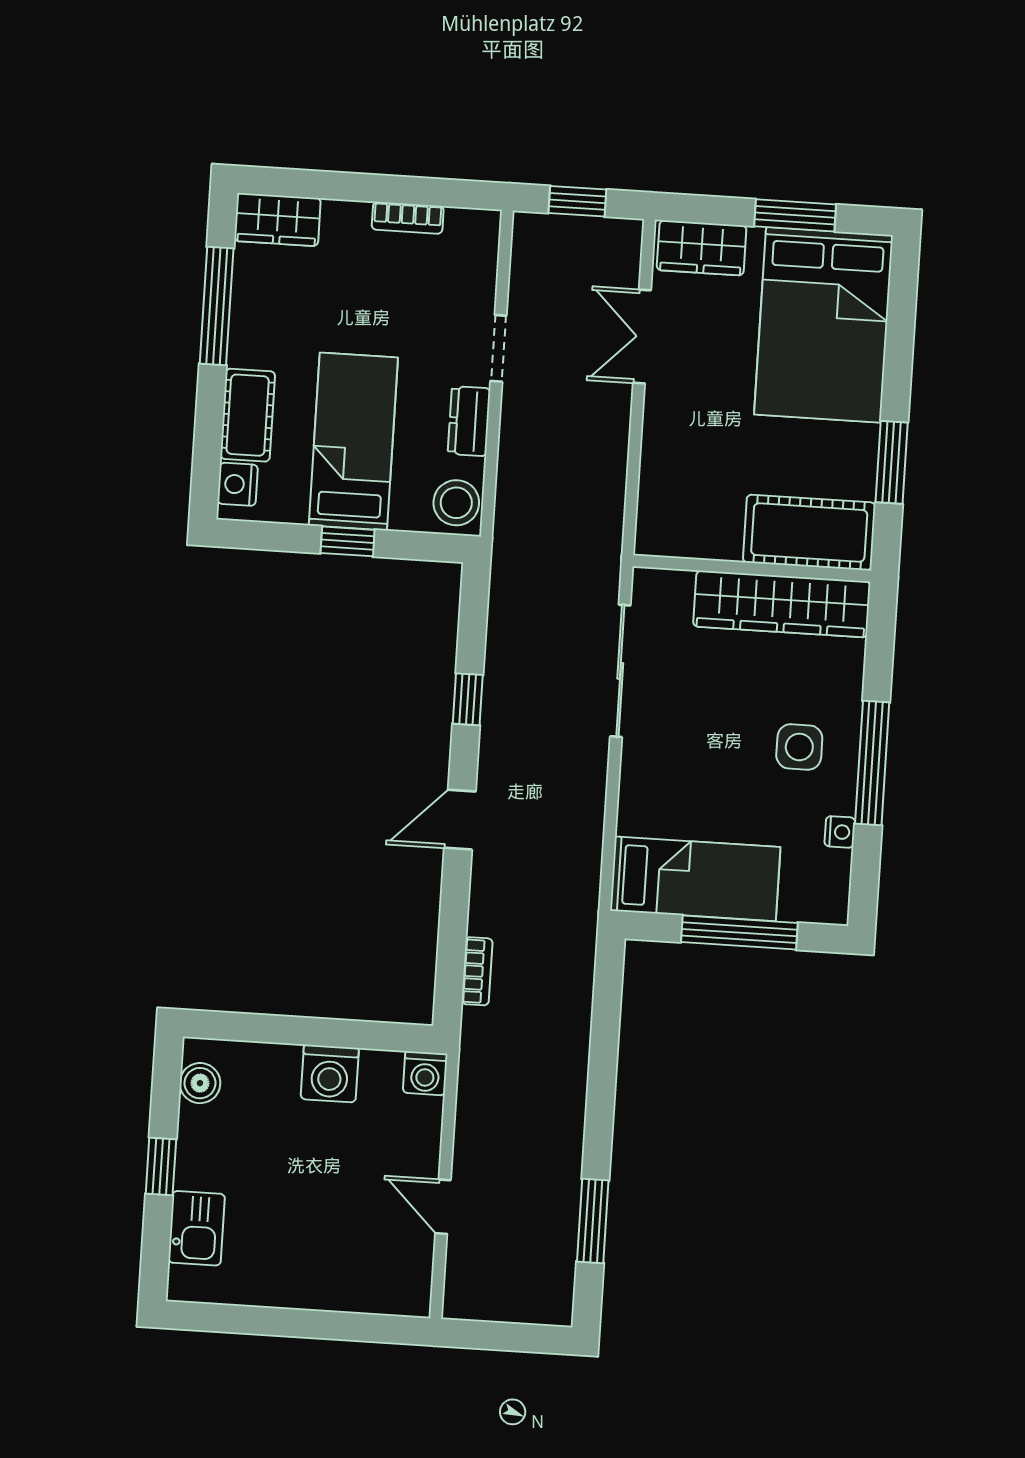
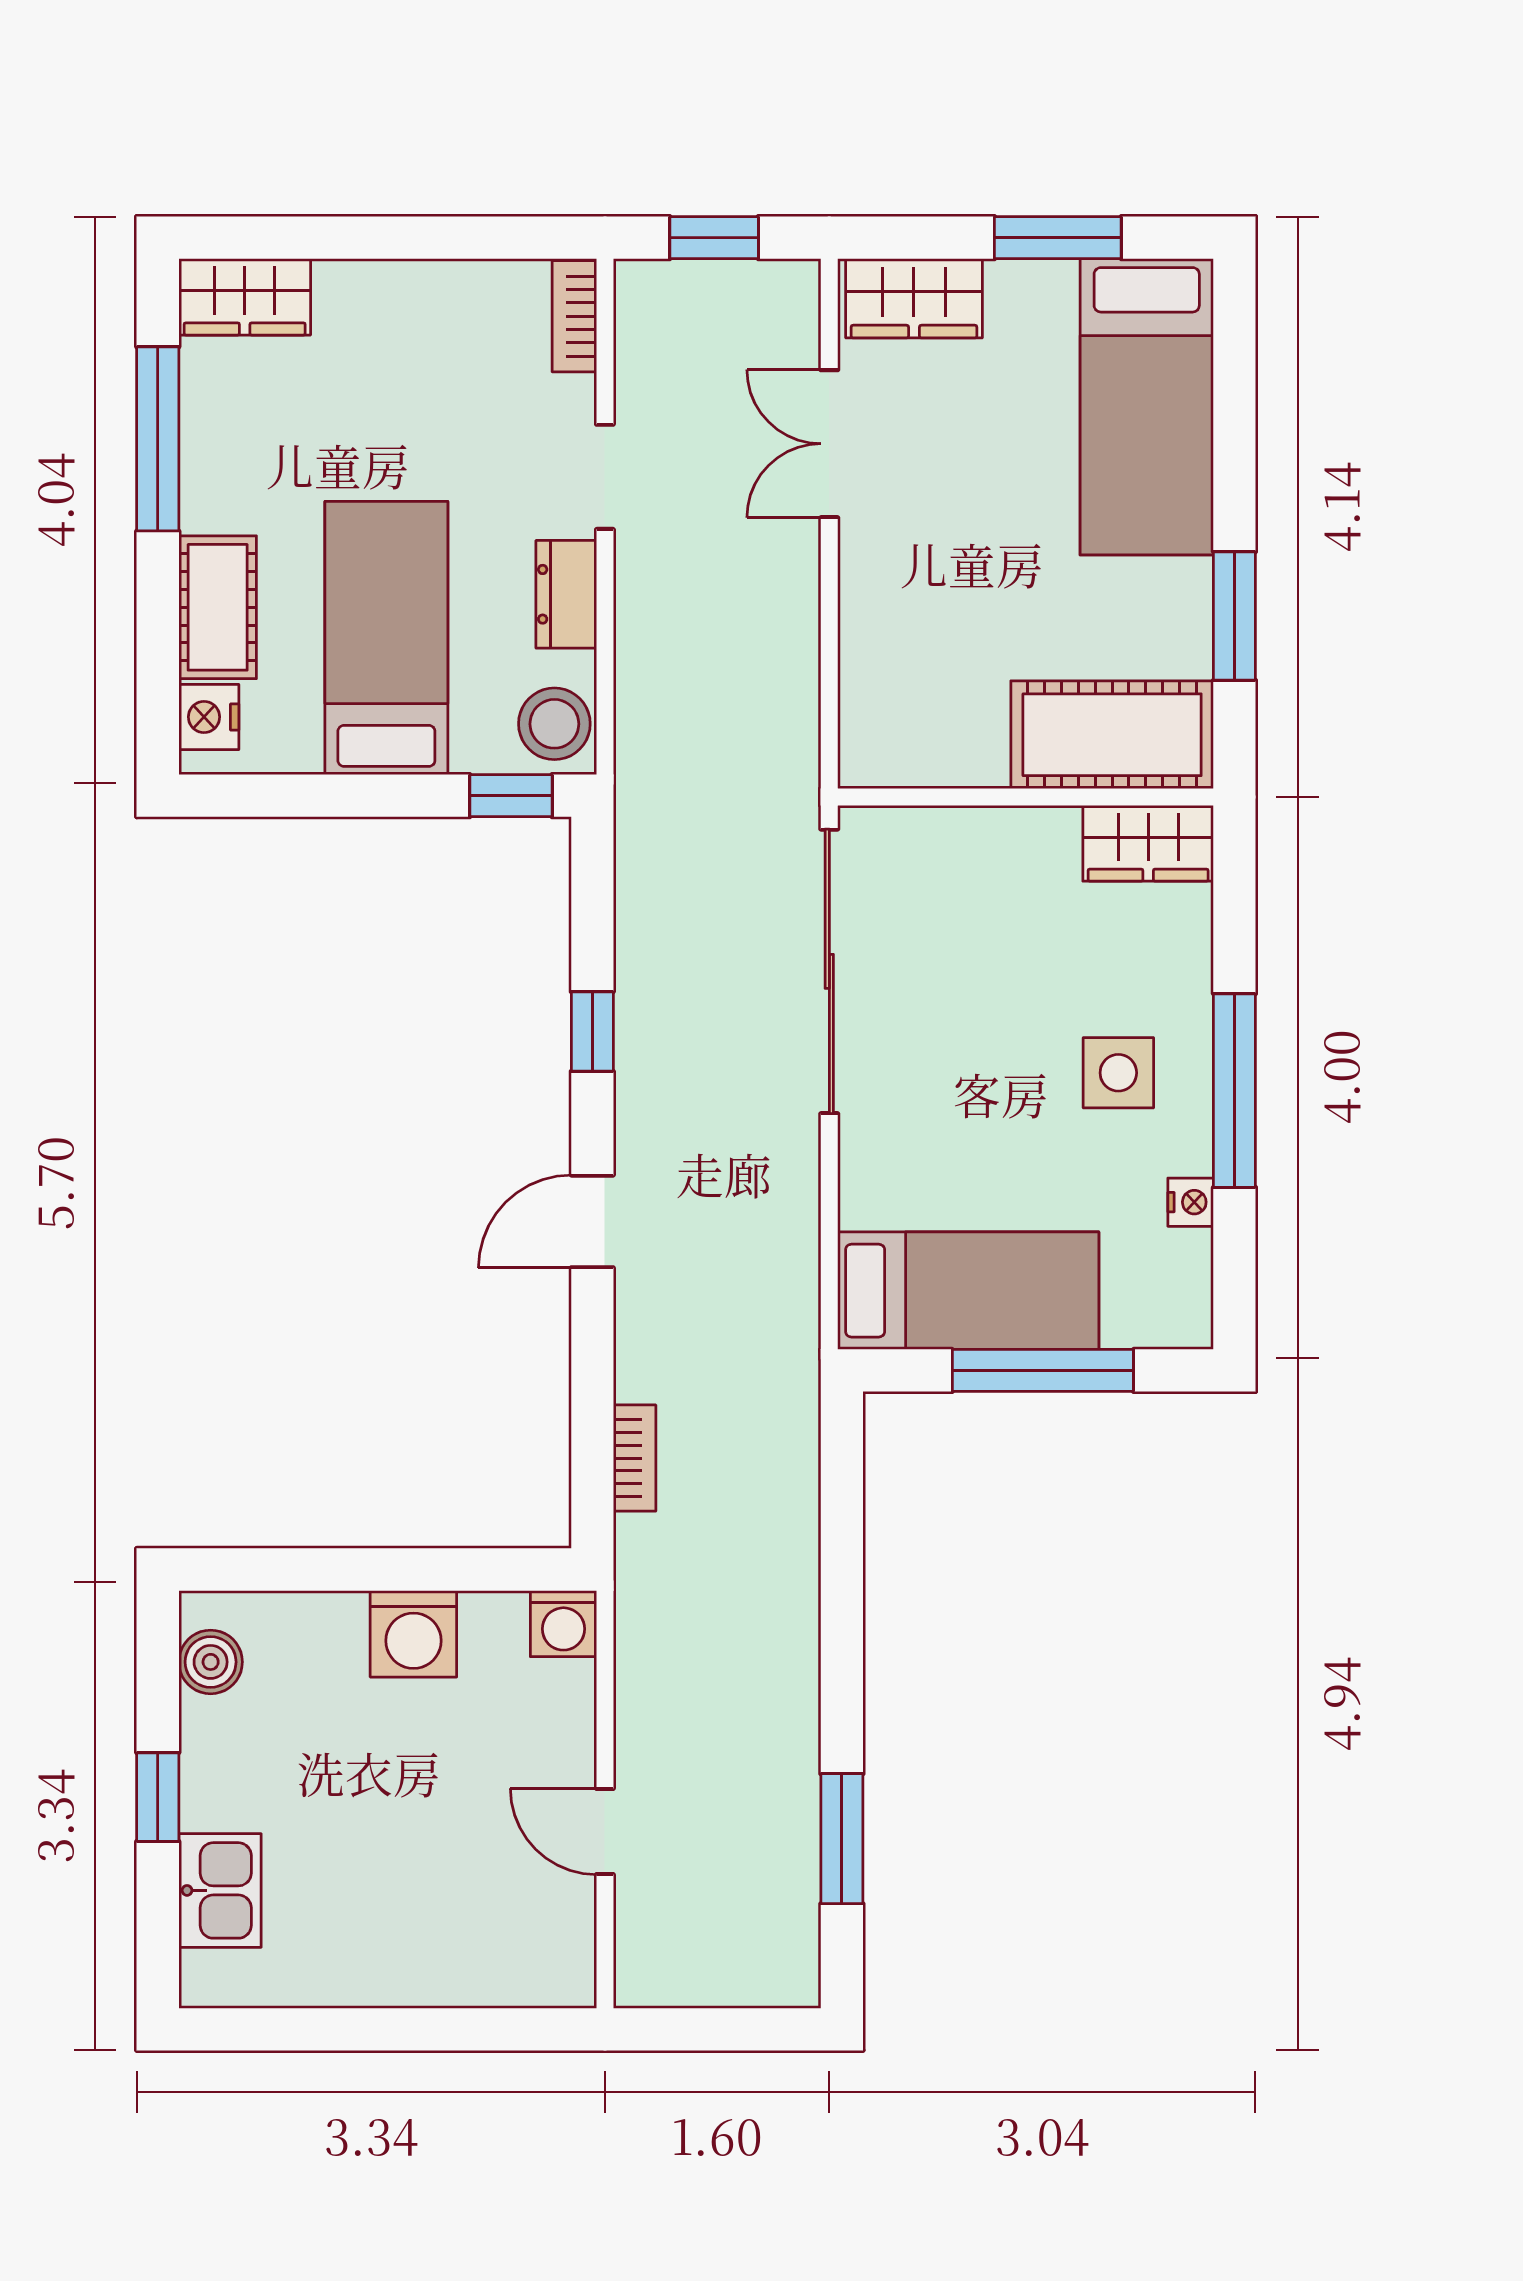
bookcase: (408, 218) -> (574, 316), moved, turned 90
bed: (823, 325) -> (1147, 407), width x0.67
window: (348, 541) -> (511, 796), moved
wardrobe: (782, 604) -> (1148, 843), width x0.48, depth x0.85
sliding door: (620, 671) -> (829, 971), width x1.36

